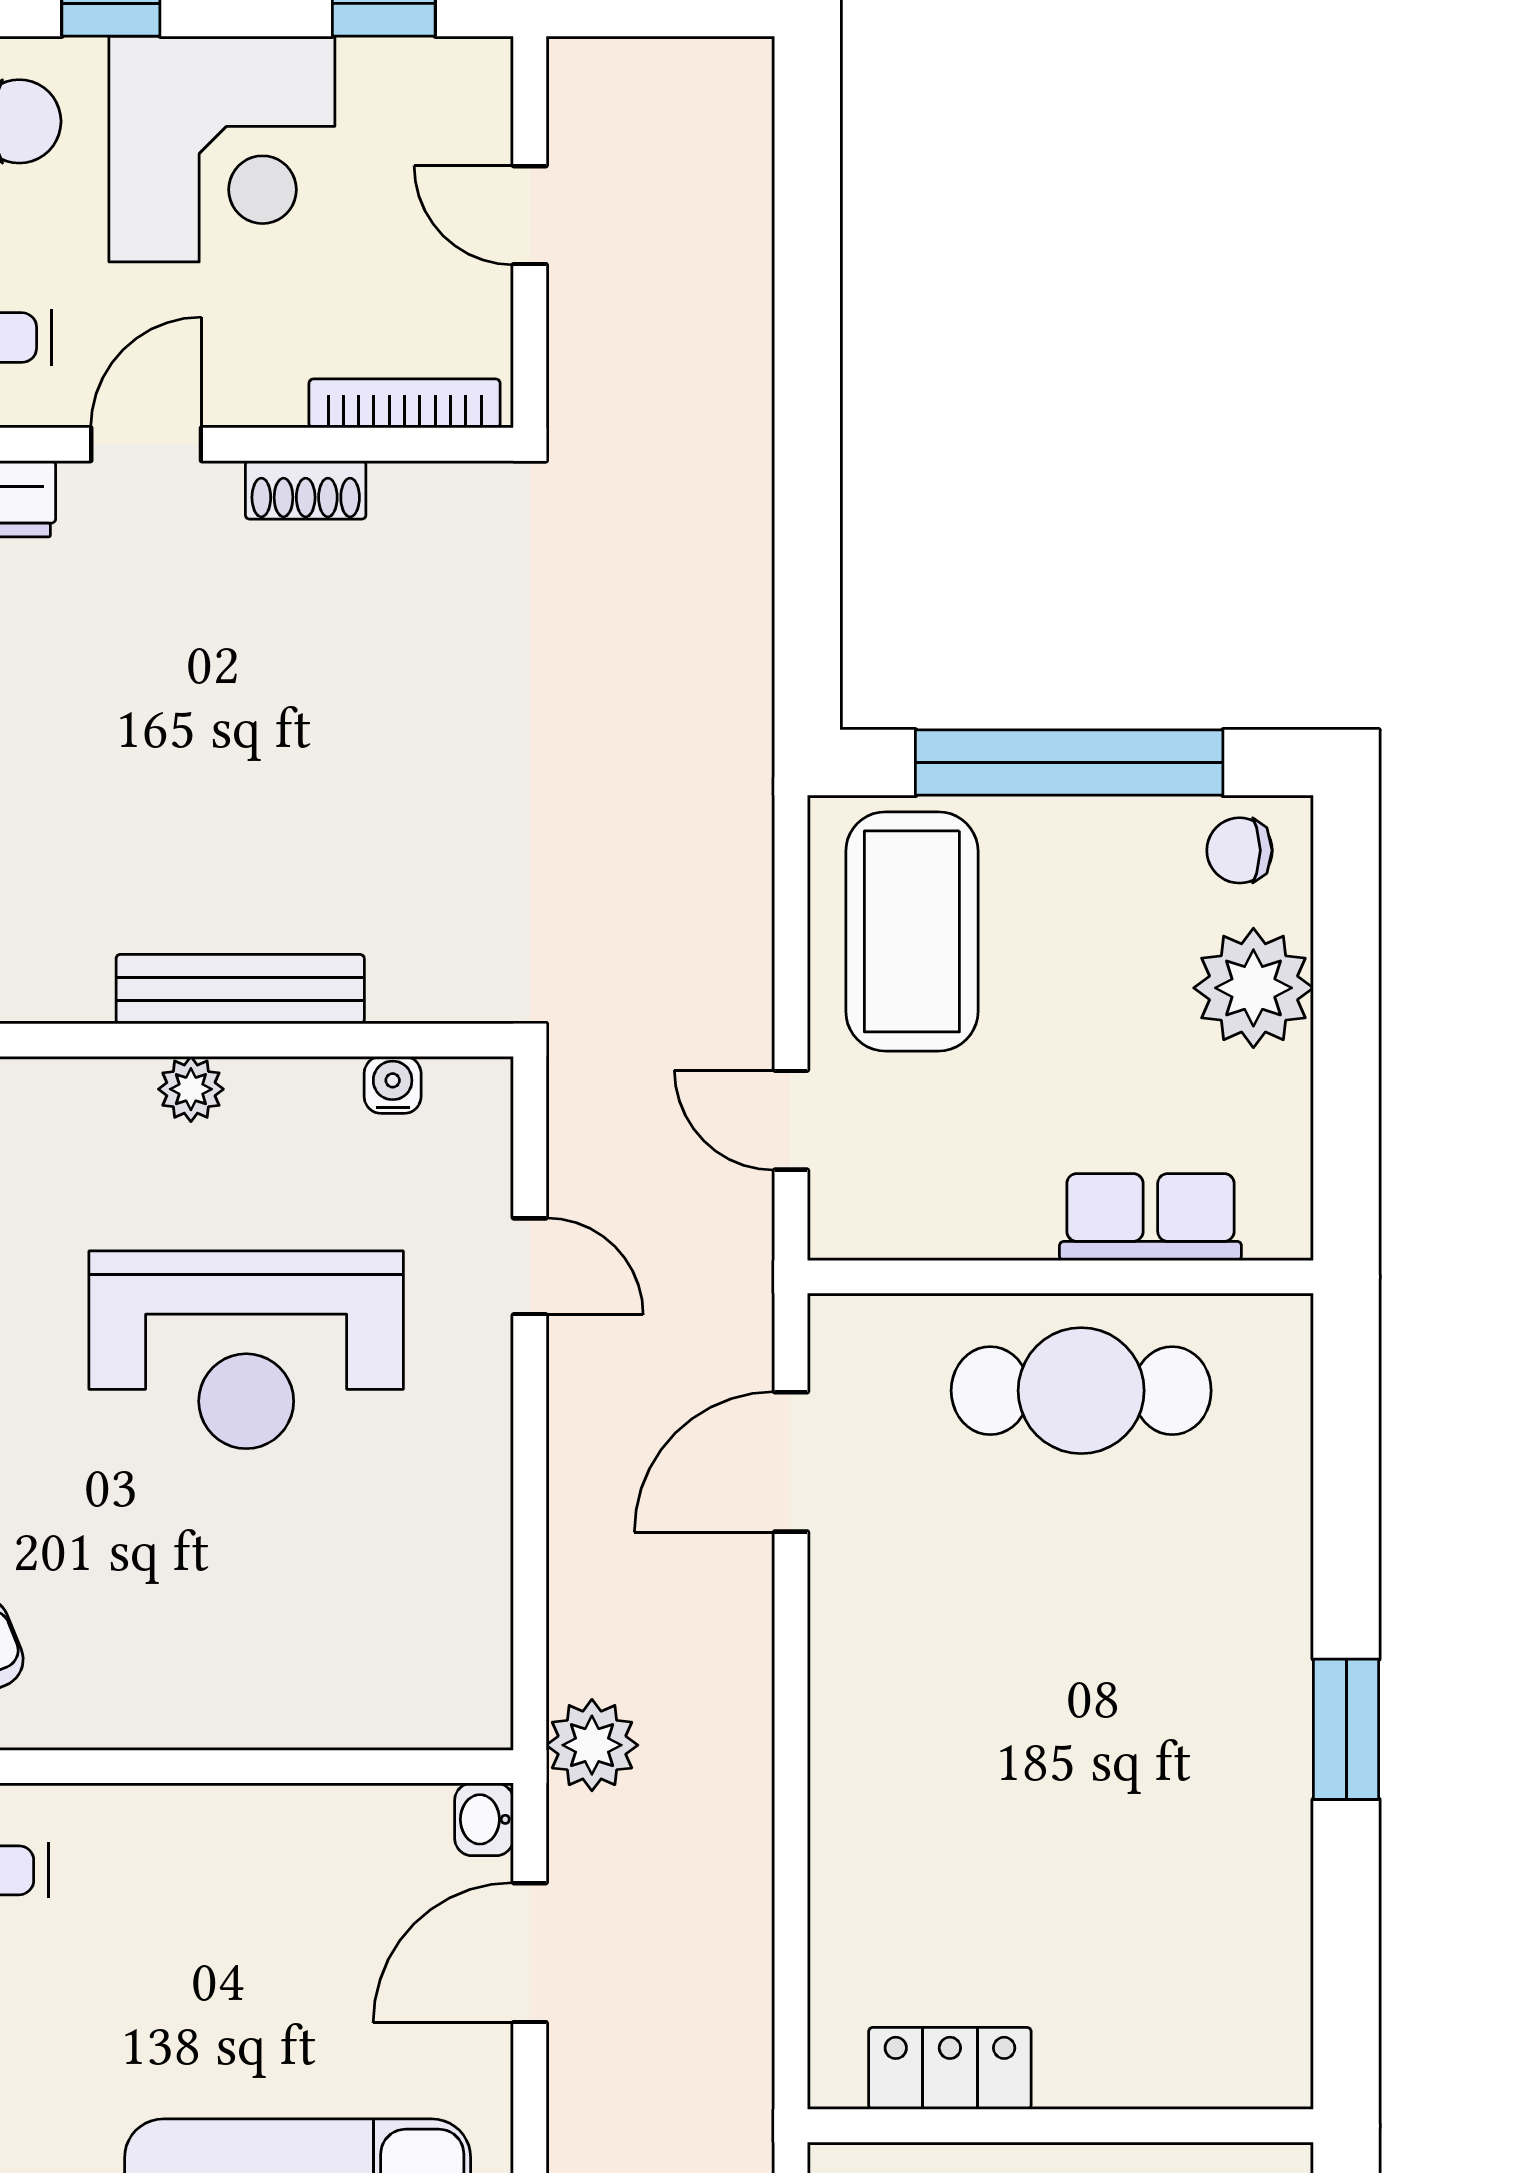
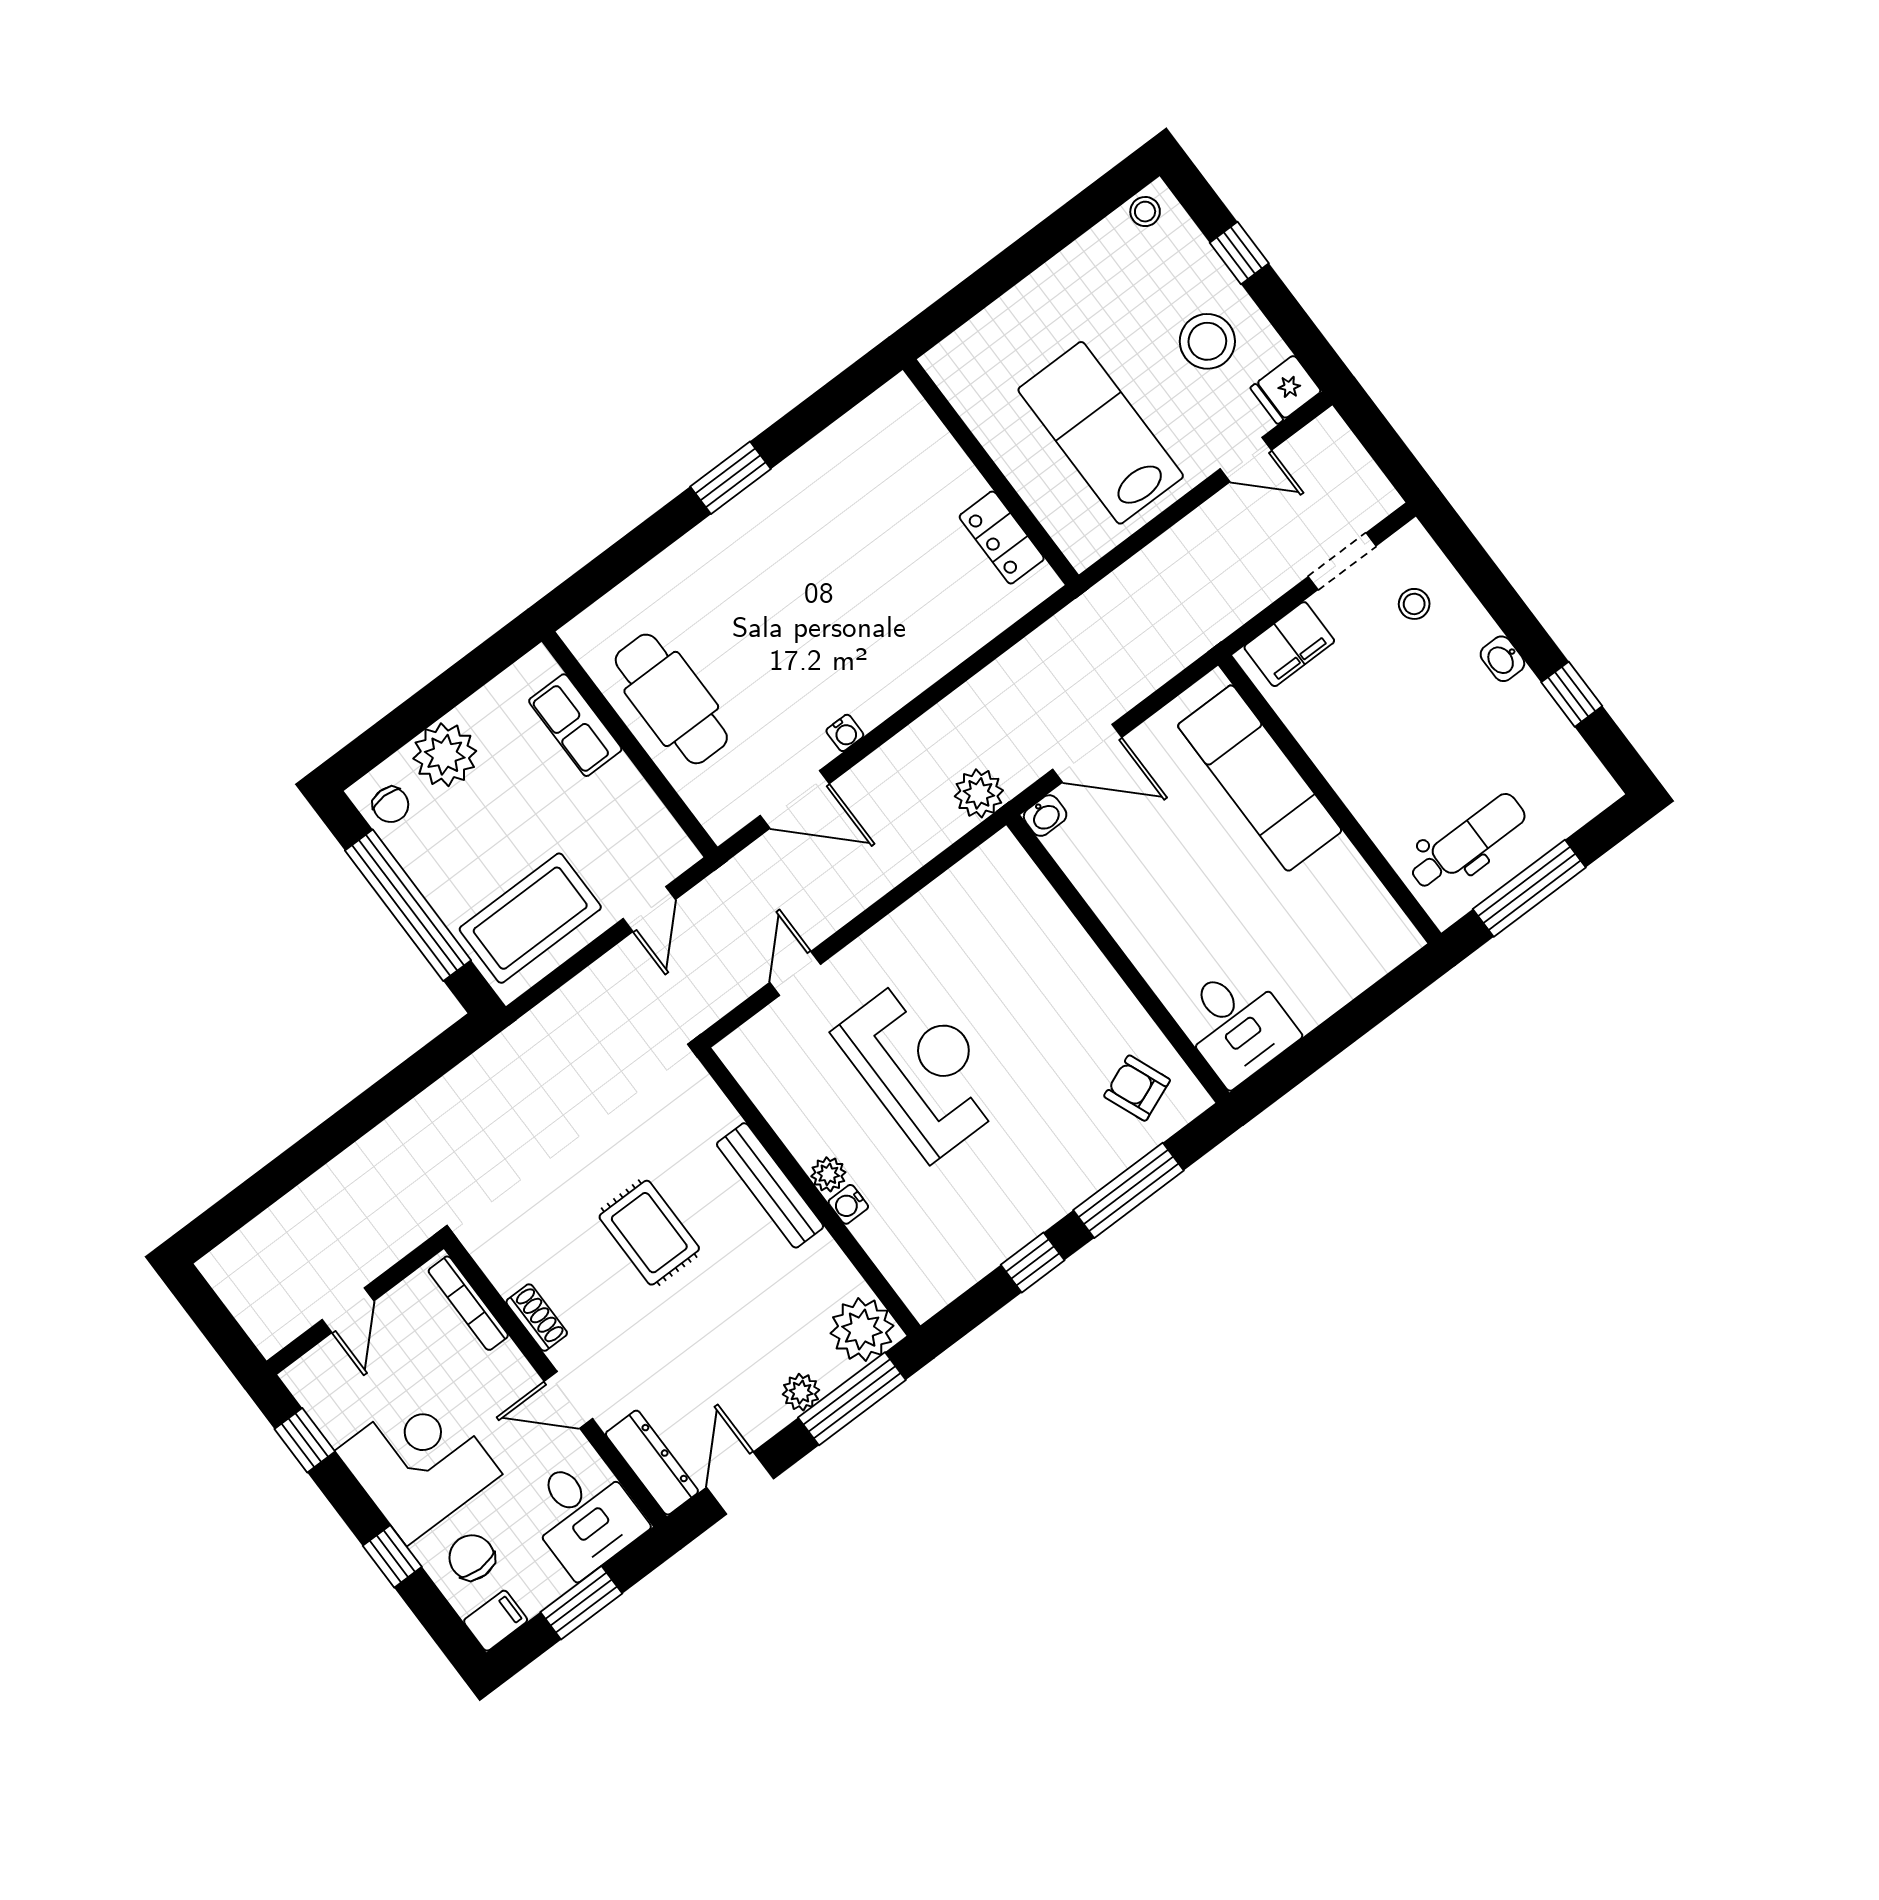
rug: (306, 755) -> (649, 1233), added
water cooler: (393, 1085) -> (848, 1204), moved
water cooler: (834, 1613) -> (845, 733), added

